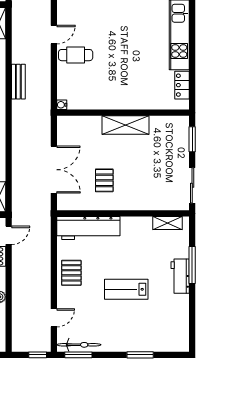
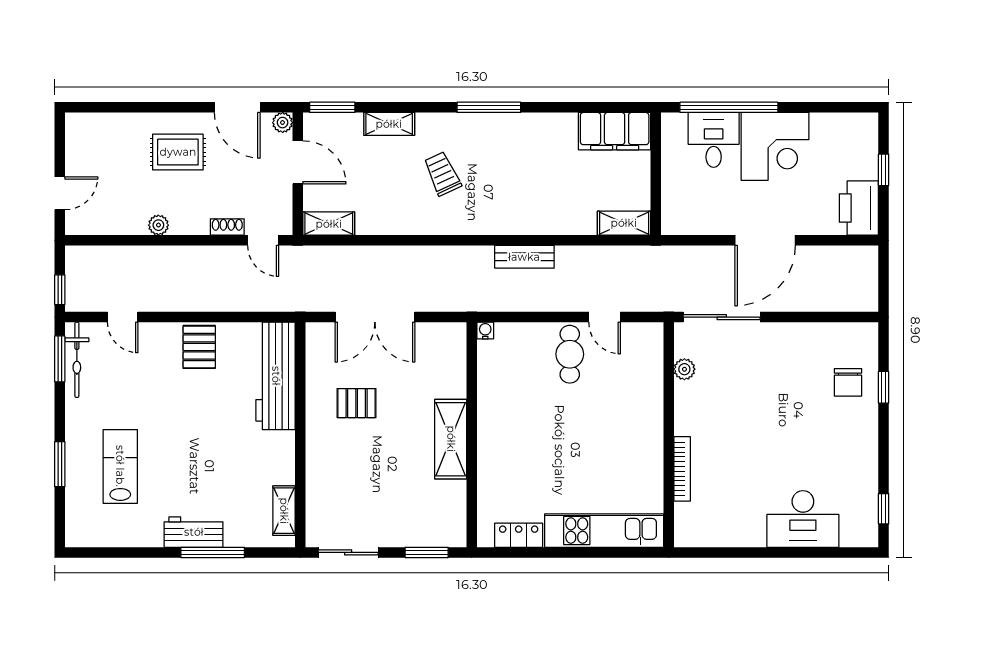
pallet: (71, 273) -> (199, 347), turned 90
lab bench: (126, 289) -> (120, 466), moved

